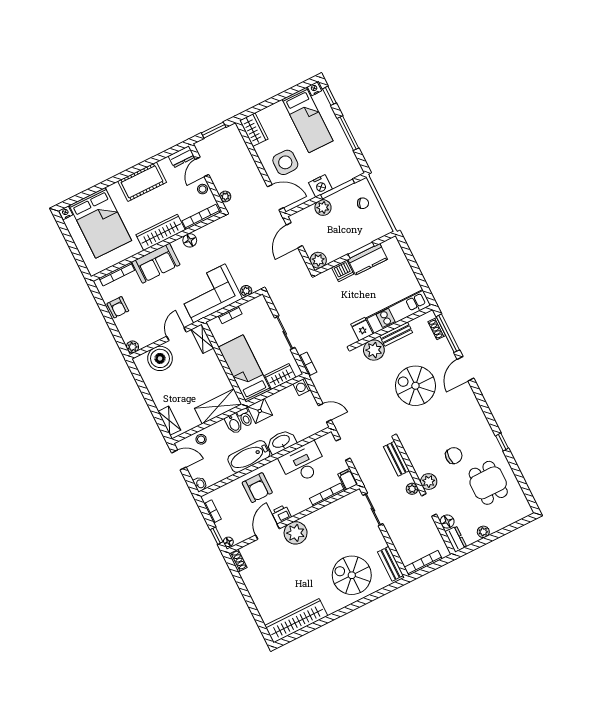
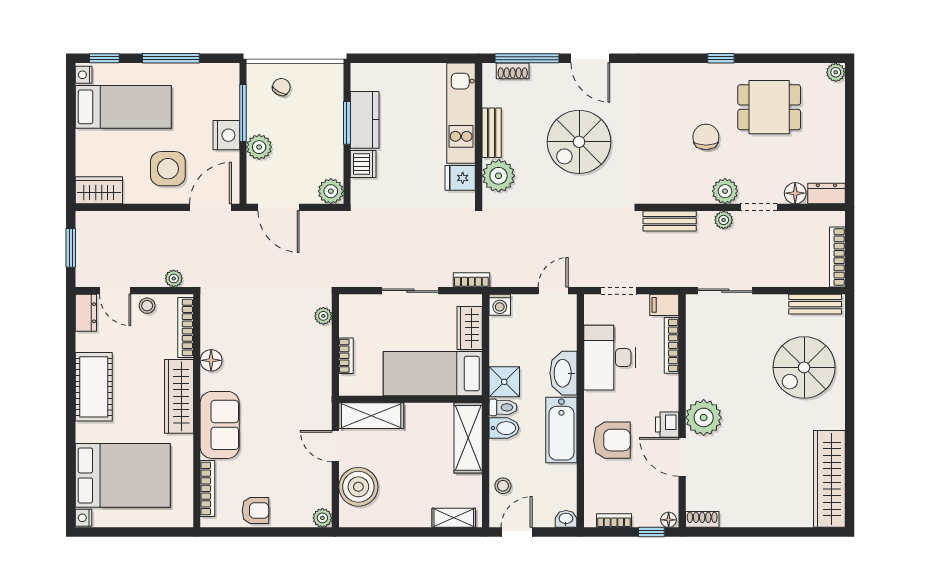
corner sofa: (209, 293) -> (301, 370), removed
shelving: (202, 339) -> (371, 416), width x1.50, depth x1.33
plant: (483, 532) -> (836, 72), moved

